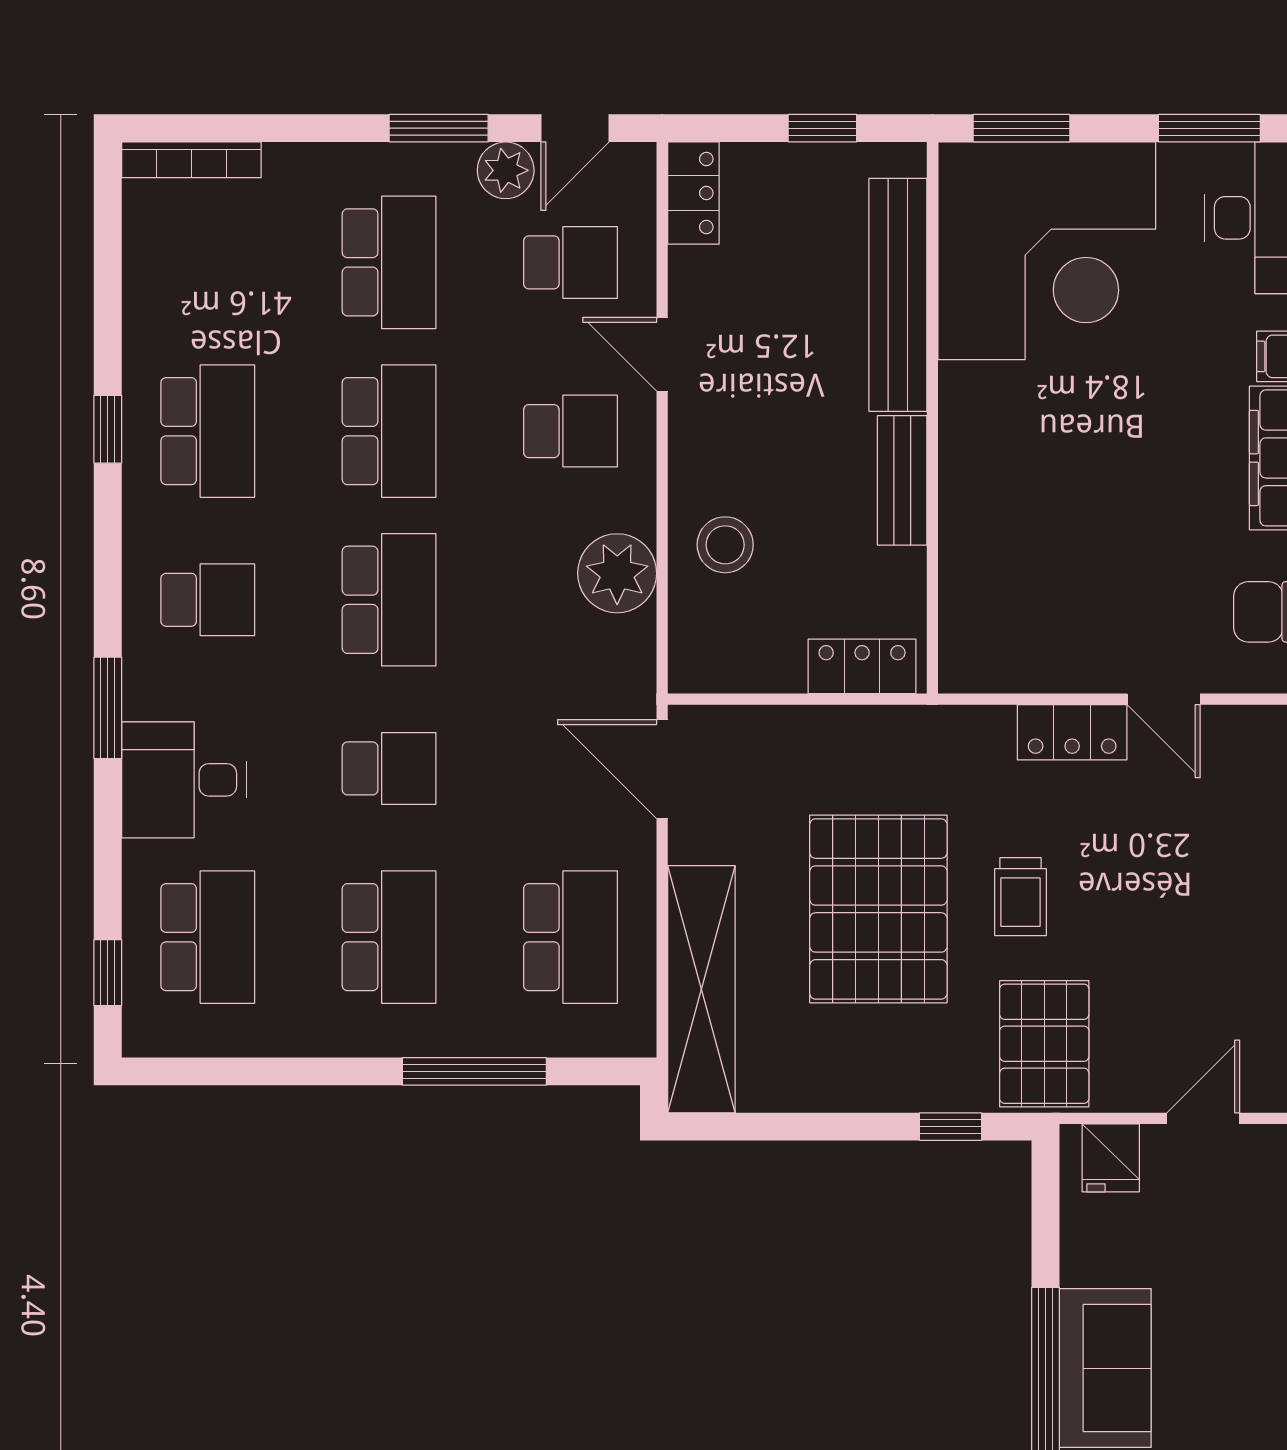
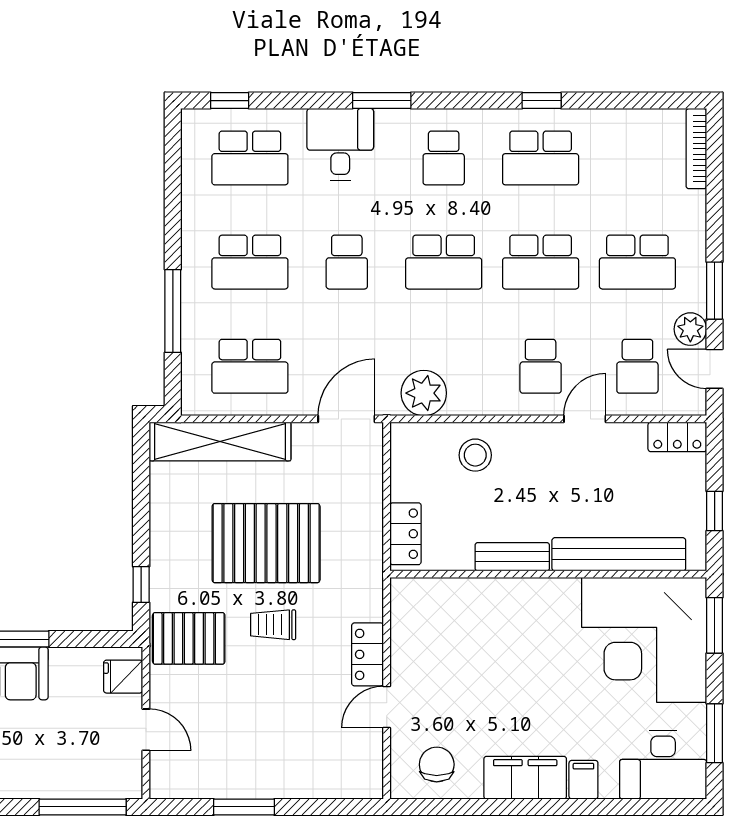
plant: (617, 573) -> (424, 393), moved

